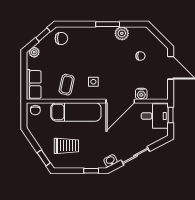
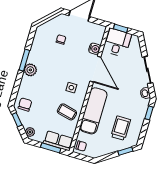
plant: (122, 33) -> (30, 70), moved
window: (24, 79) -> (51, 148), added

